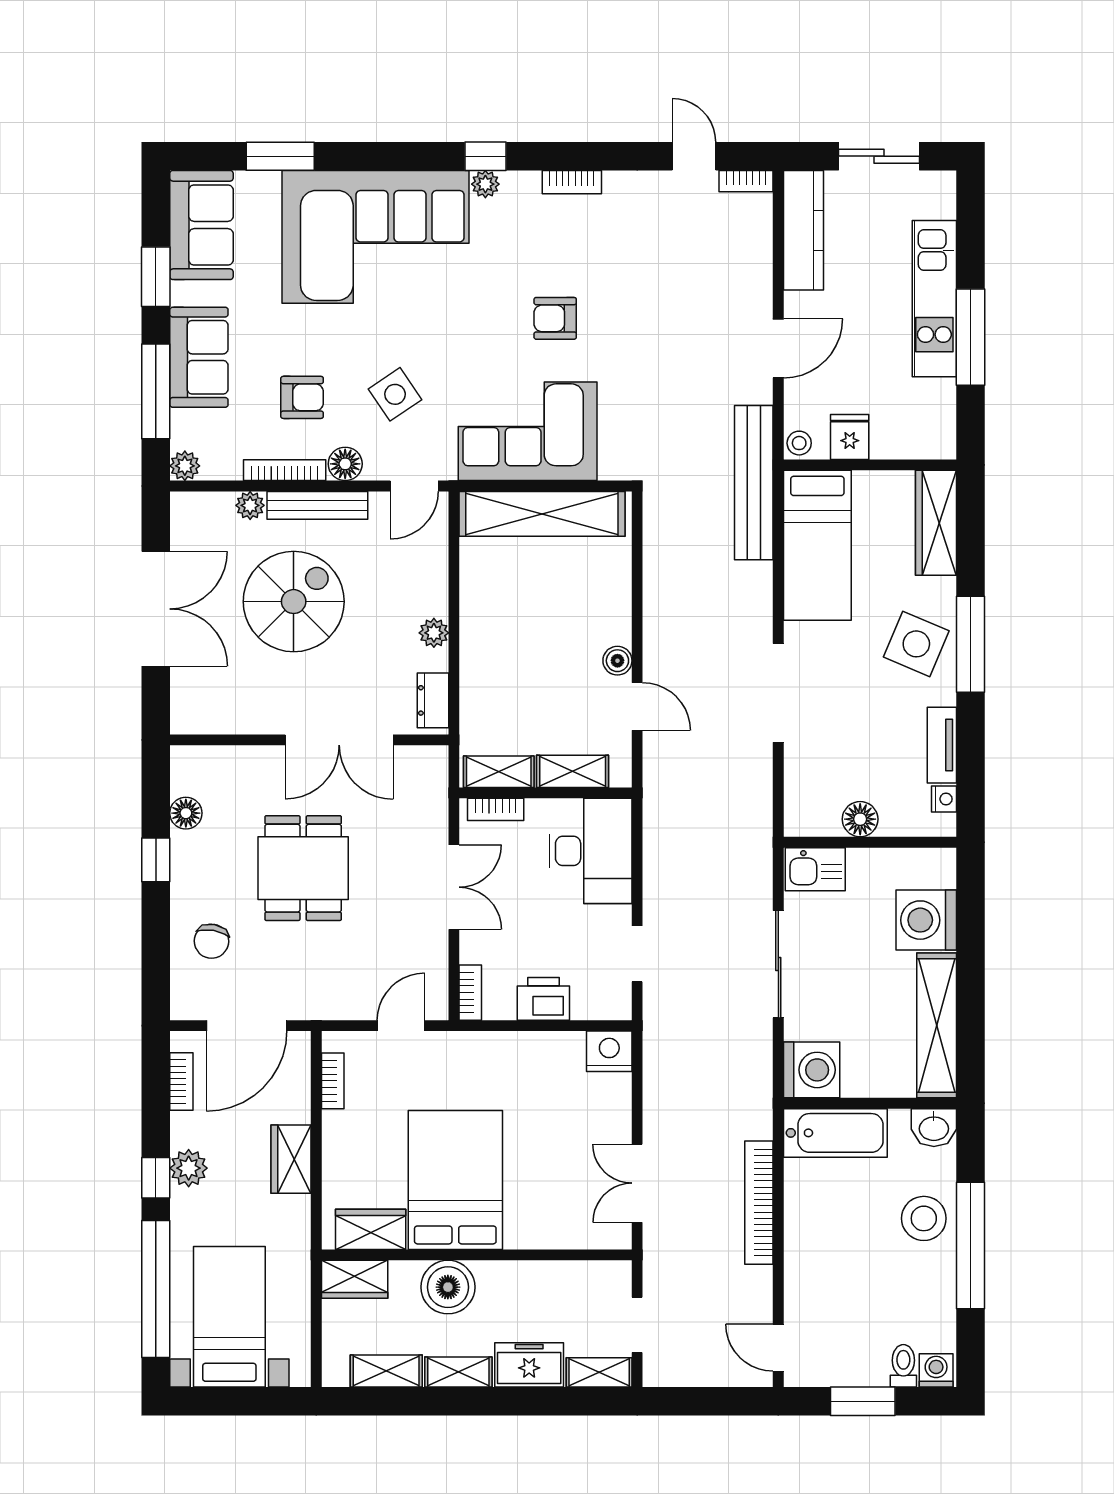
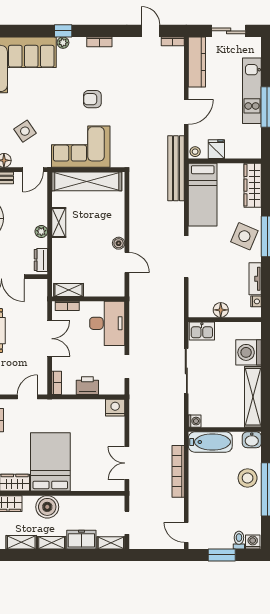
shelving: (573, 771) -> (59, 222), moved, turned 90
washing machine: (812, 1070) -> (195, 421), width x0.53, depth x0.53

